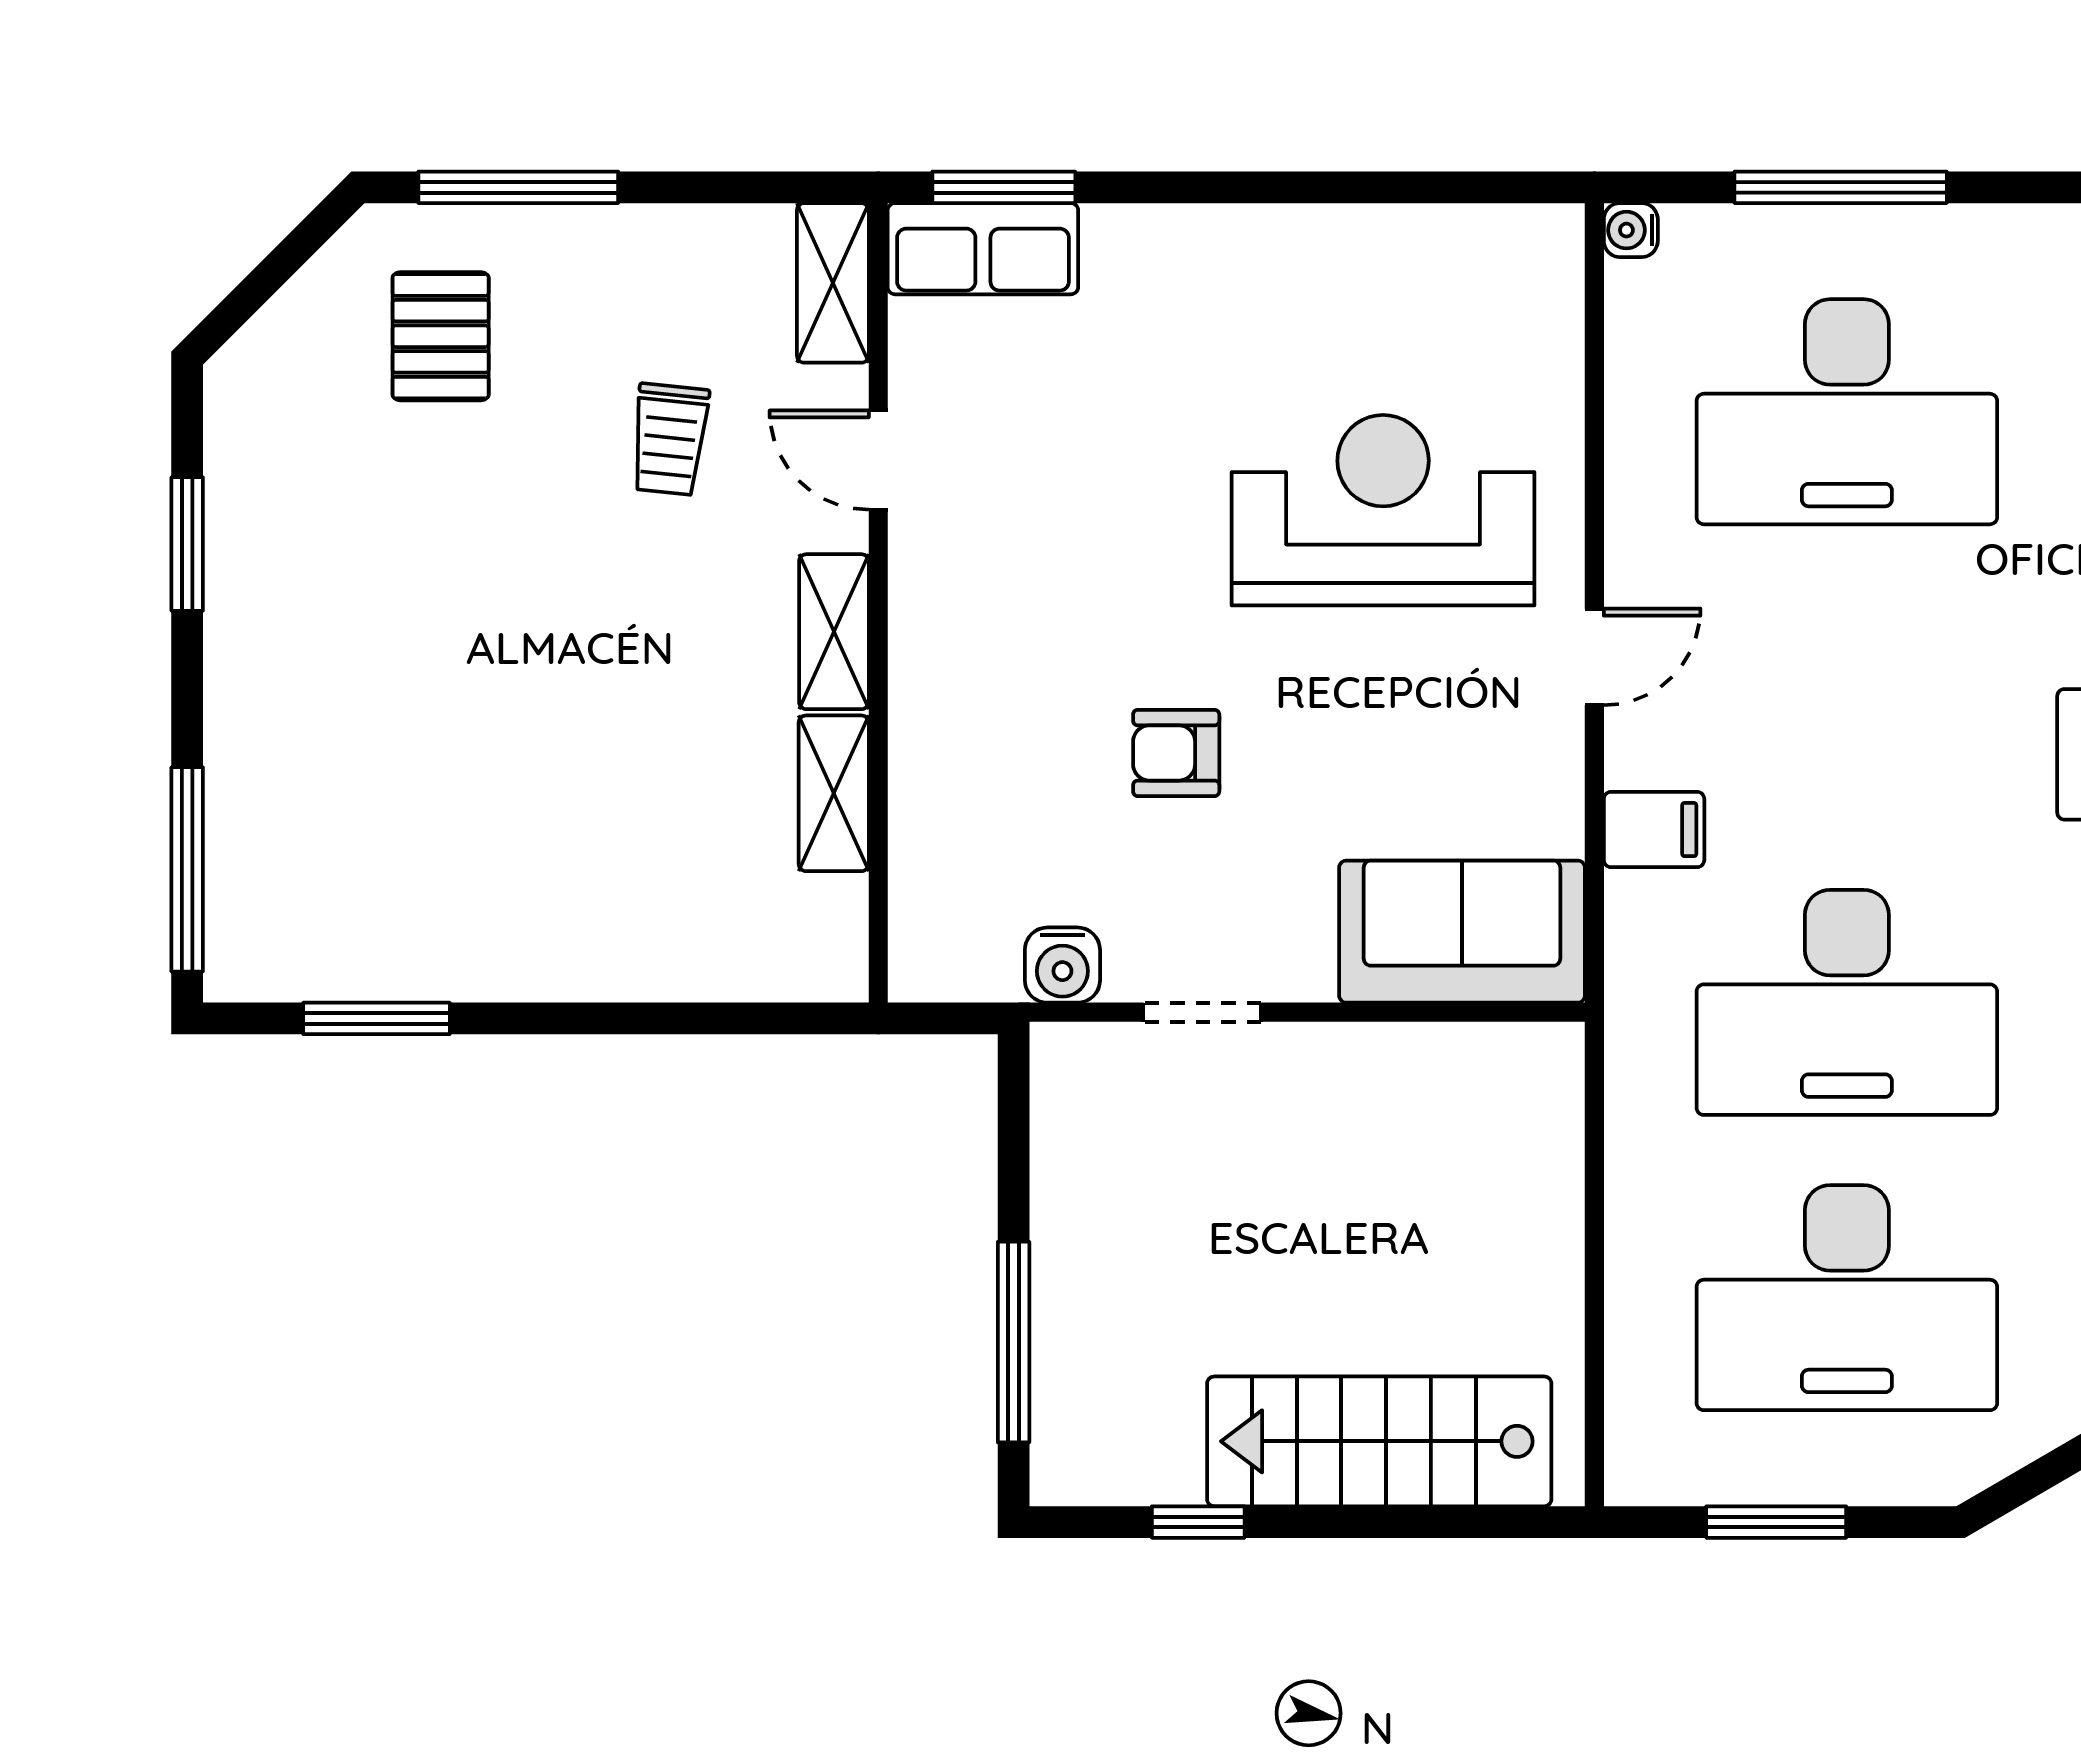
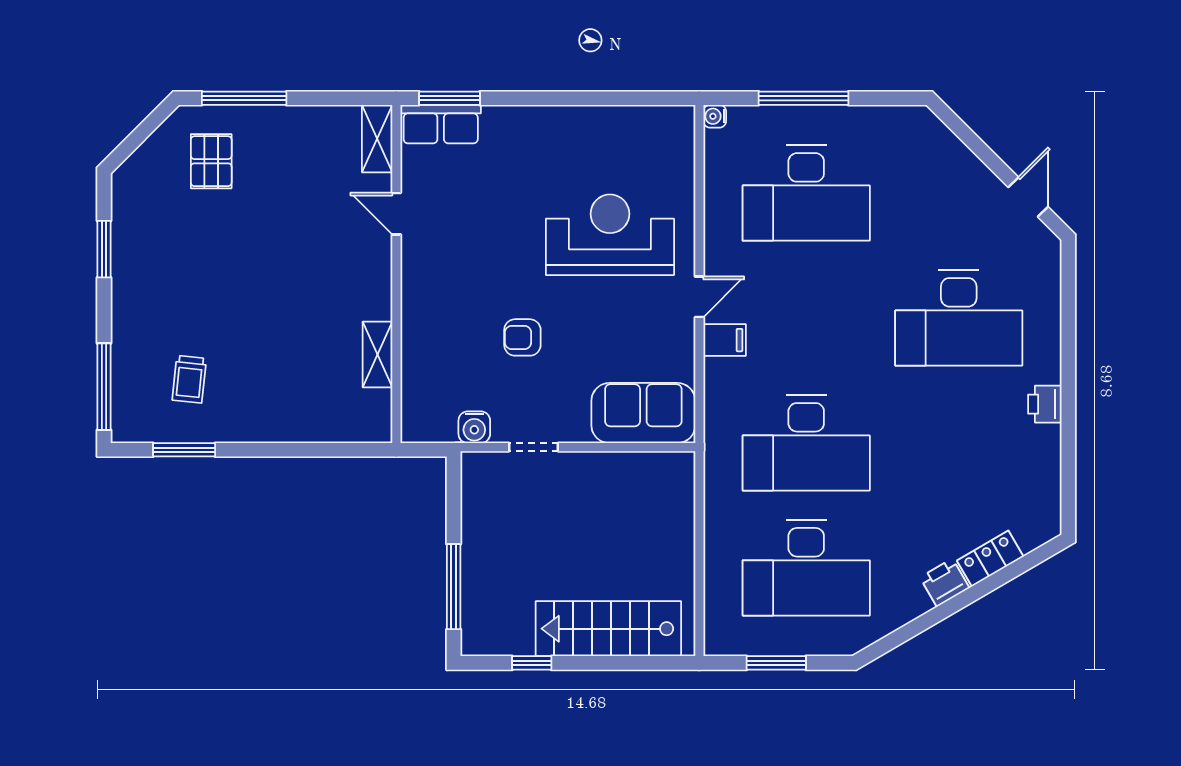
trolley: (670, 439) -> (189, 379), moved
shelving: (834, 632) -> (378, 286), removed
filing cabinet: (1654, 830) -> (725, 340), moved

